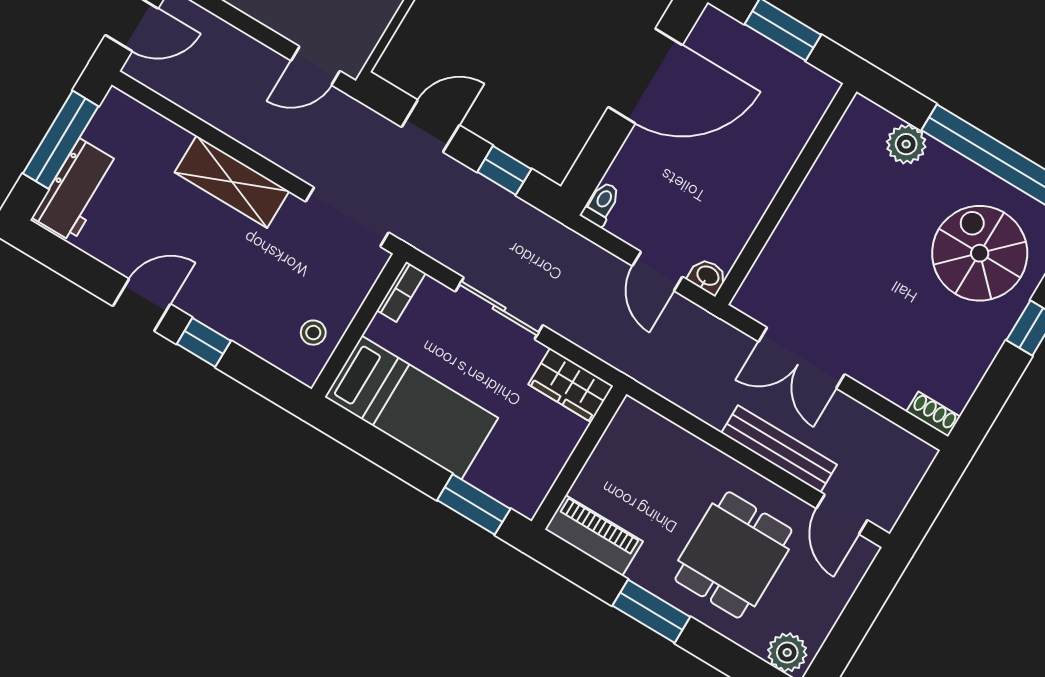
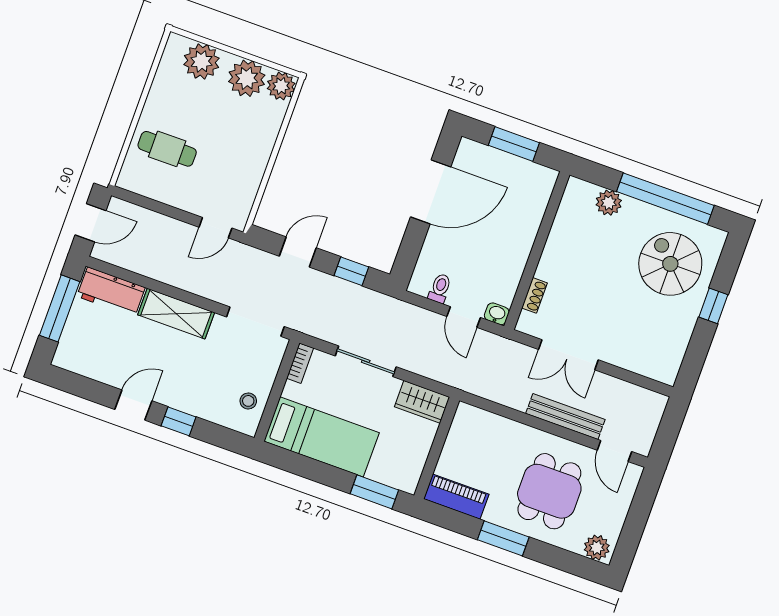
workbench: (76, 190) -> (111, 292), moved, turned 90
toilet: (601, 204) -> (440, 288), moved
shoe rack: (933, 414) -> (534, 295), moved, turned 90

